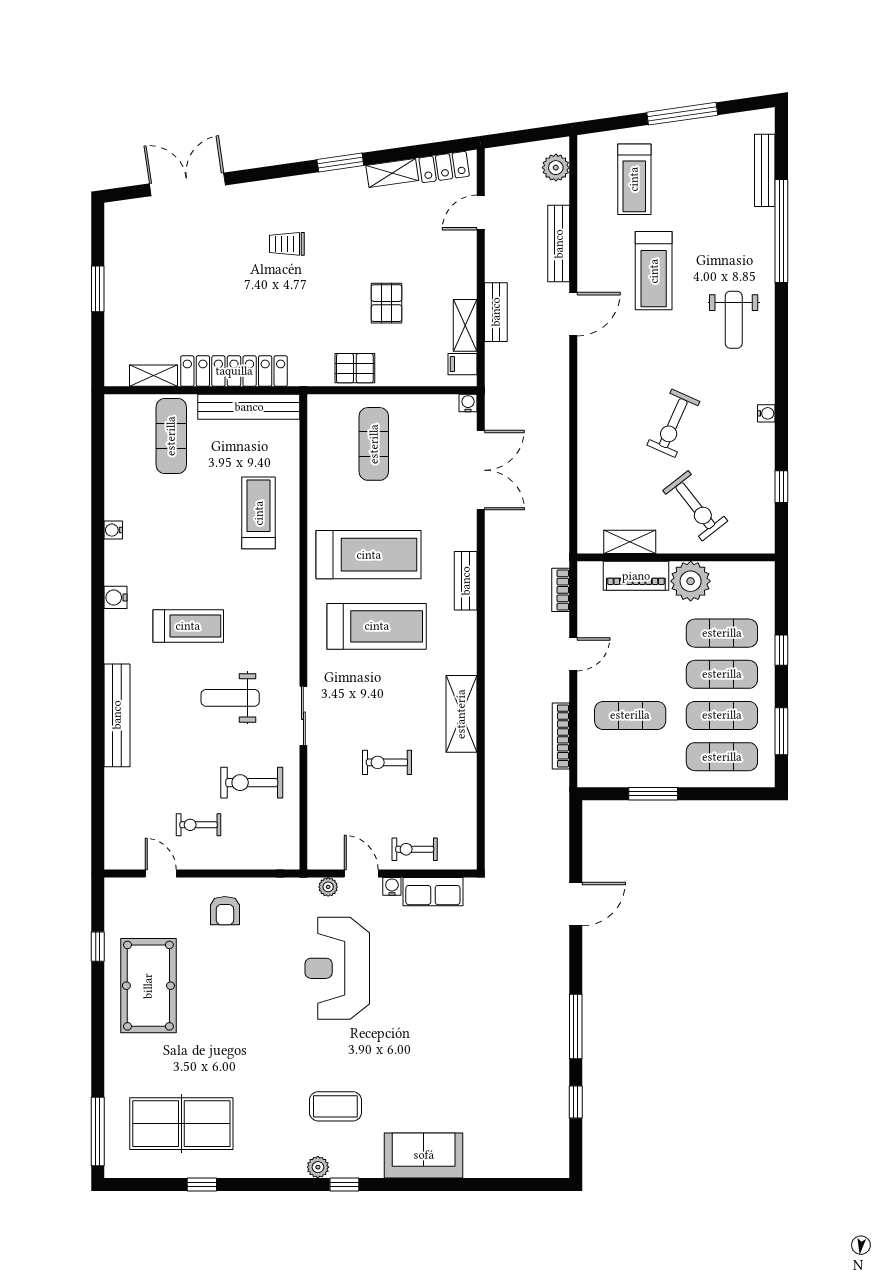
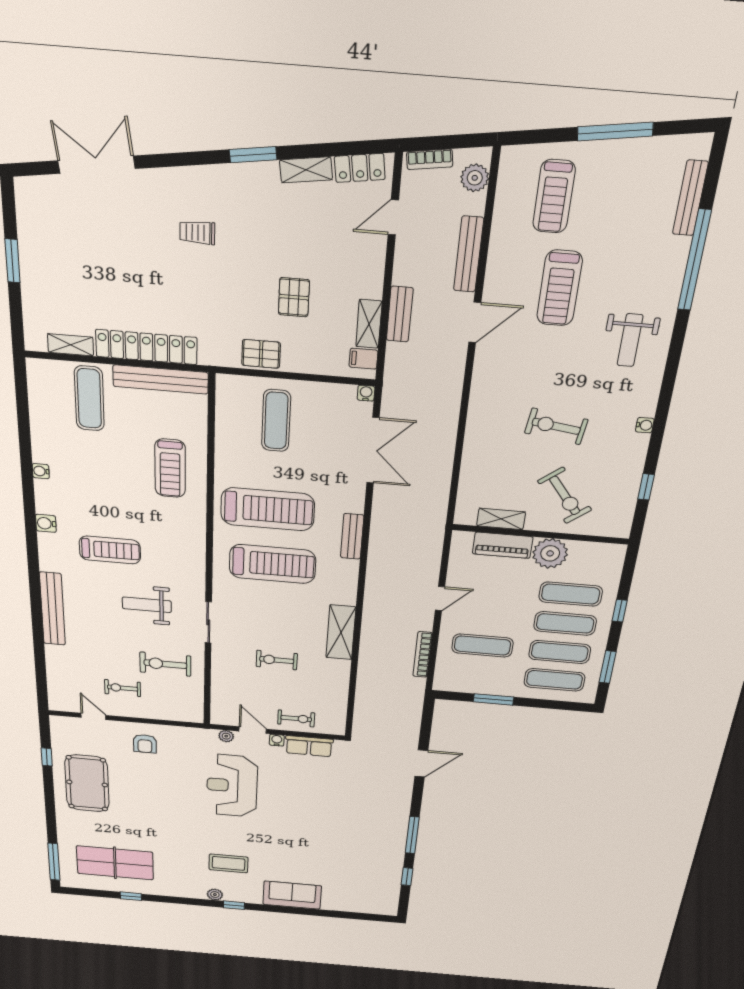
exercise bike: (673, 423) -> (556, 426), turned 74
treadmill: (259, 513) -> (170, 468), turned 180
bookcase: (561, 590) -> (430, 159), moved, turned -98
exercise bike: (415, 849) -> (296, 718), turned 180

